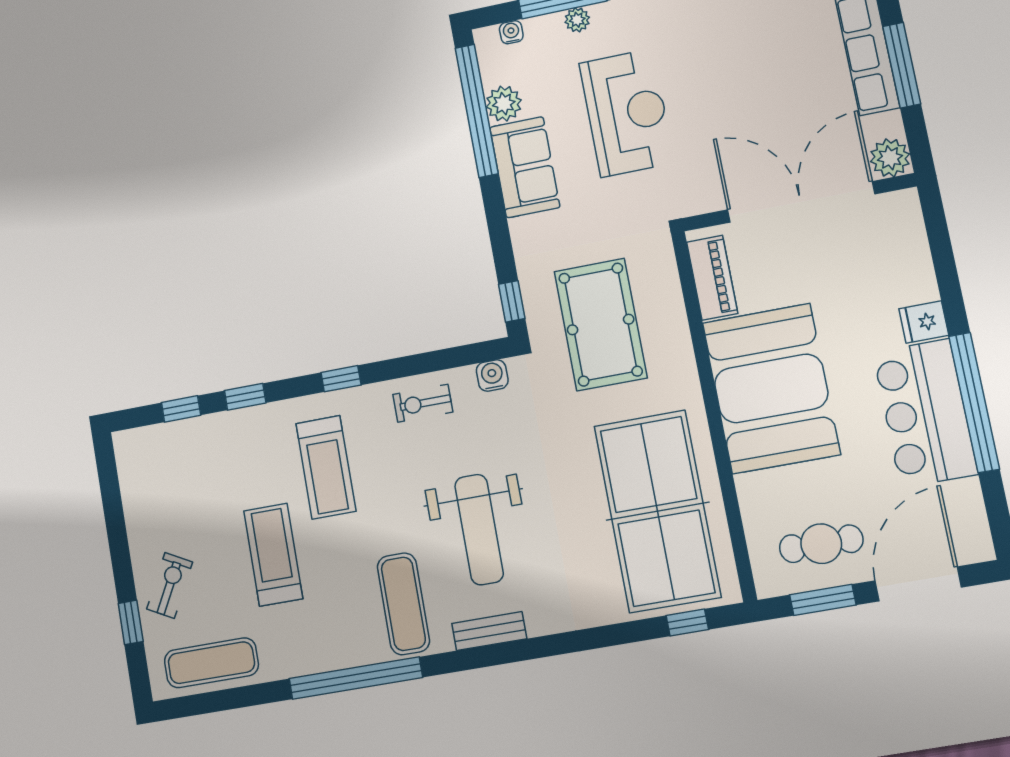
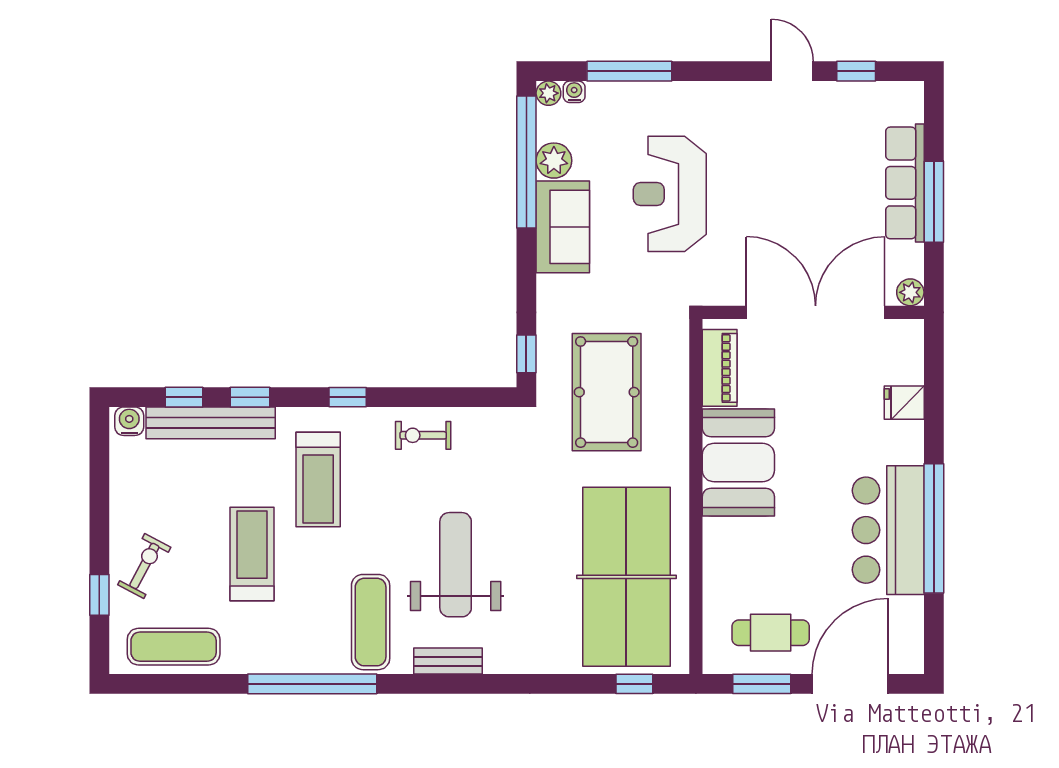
plant: (577, 20) -> (548, 93), moved
reception desk: (627, 113) -> (670, 194), turned 180
plant: (890, 158) -> (910, 292), width x0.73, depth x0.73
fridge: (924, 322) -> (904, 403), moved
water cooler: (492, 375) -> (129, 421), moved
booth: (771, 388) -> (738, 463), width x0.73, depth x0.70
bench: (211, 430) -> (211, 423), added
weight bench: (479, 530) -> (456, 565), turned 180

